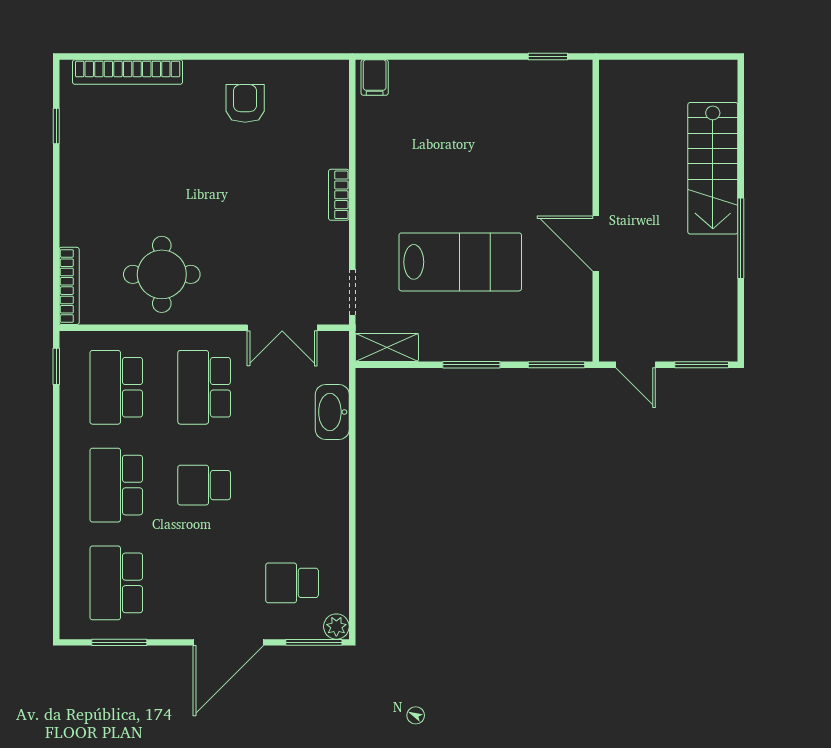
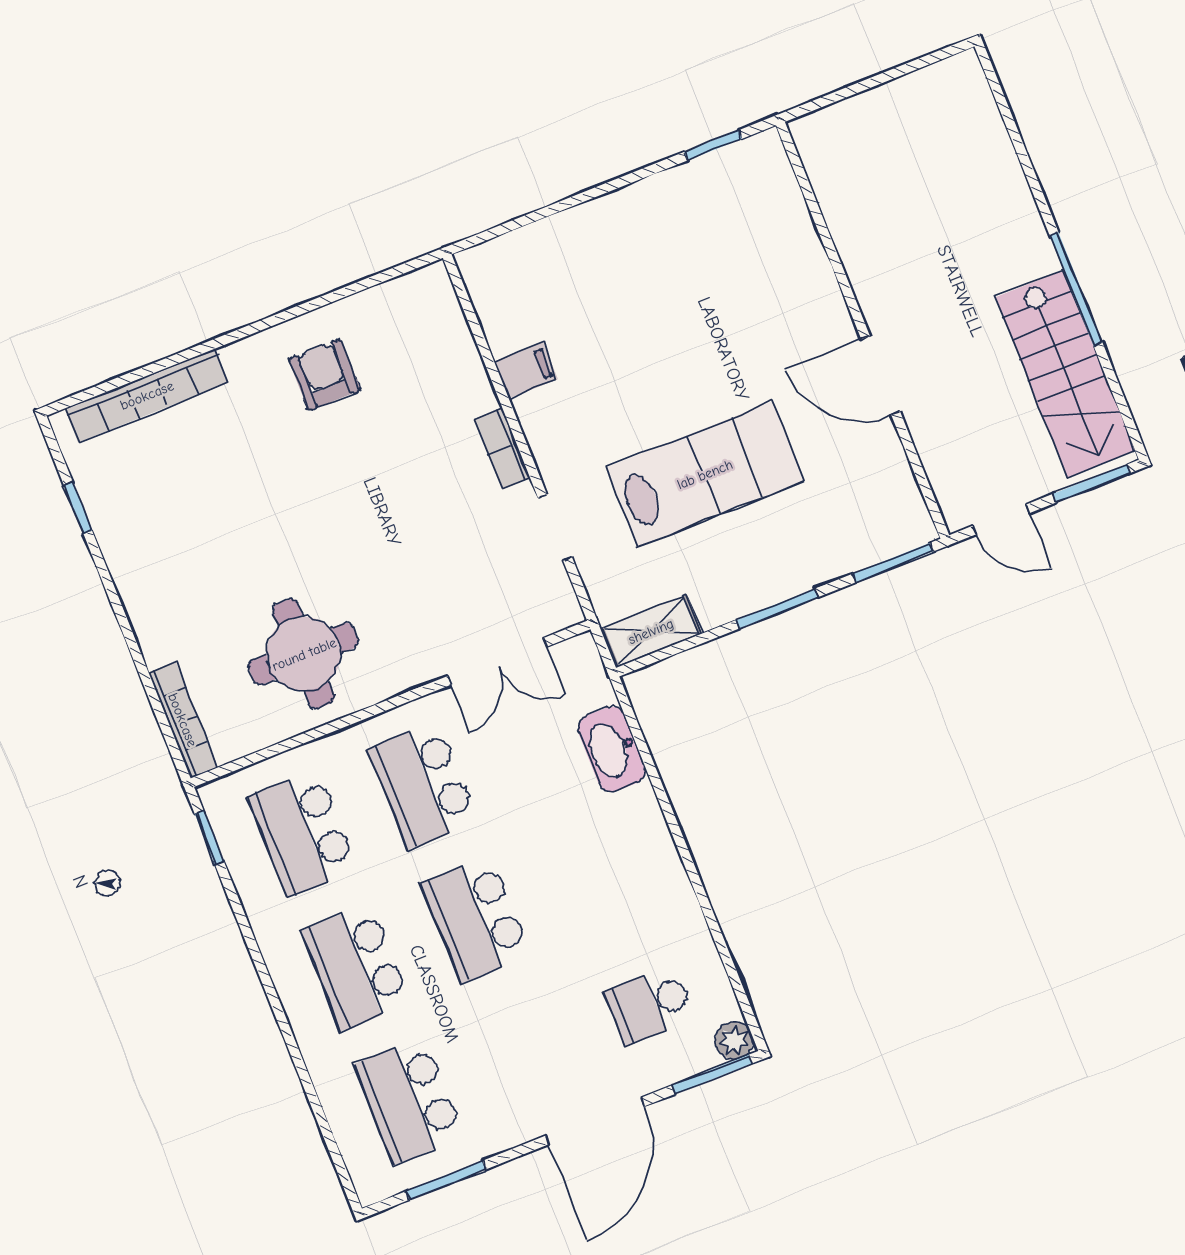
filing cabinet: (375, 77) -> (526, 370), moved, turned -90
stairs: (713, 168) -> (1065, 374), moved
doorway: (352, 292) -> (555, 527), moved
school desk: (204, 485) -> (476, 919), width x1.85

